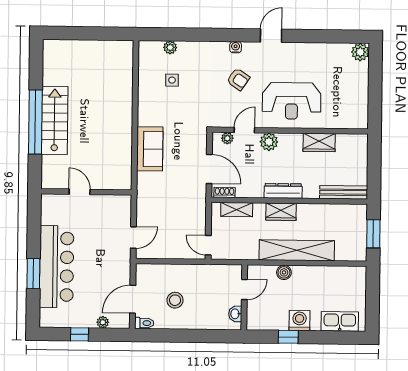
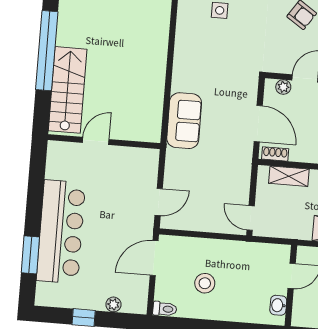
stairs: (55, 120) -> (68, 90), moved
sofa: (150, 149) -> (184, 121), moved
door: (80, 192) -> (96, 141), hinge flipped
window: (33, 274) -> (30, 255), moved
door: (133, 299) -> (154, 258), moved

